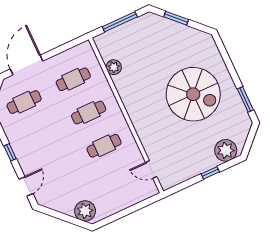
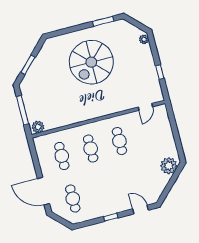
plant: (114, 67) -> (38, 127), moved
spiral stairs: (193, 94) -> (91, 62), turned 180
plant: (226, 150) -> (144, 39), width x0.53, depth x0.53
window: (210, 173) -> (160, 72), moved

